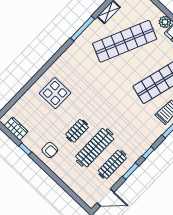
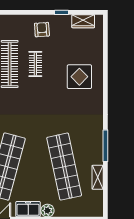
shop shelf: (125, 41) -> (64, 167), turned -36
armchair: (50, 150) -> (42, 30), turned 86

